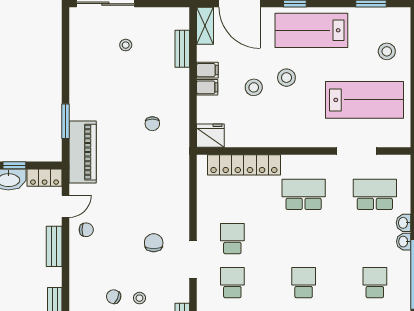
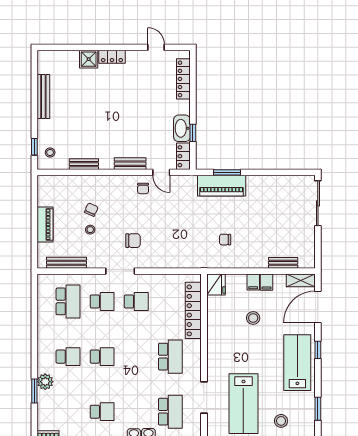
stool: (126, 45) -> (286, 219), removed
stool: (286, 78) -> (261, 343), removed
piano: (83, 152) -> (222, 186), moved

